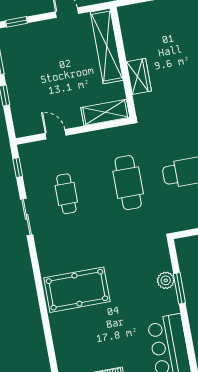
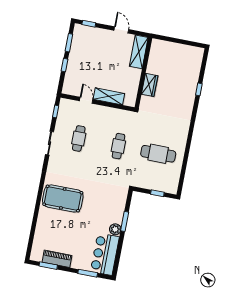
shelving: (107, 46) -> (139, 52), width x0.68
shelving: (105, 112) -> (109, 96), moved
cafe table: (128, 183) -> (118, 146), width x0.73, depth x0.74
plant: (166, 280) -> (115, 229), moved

